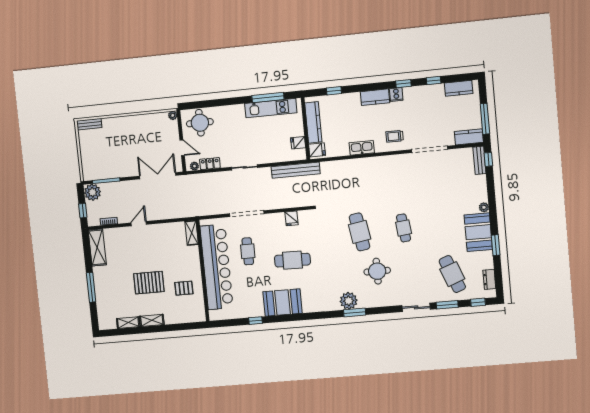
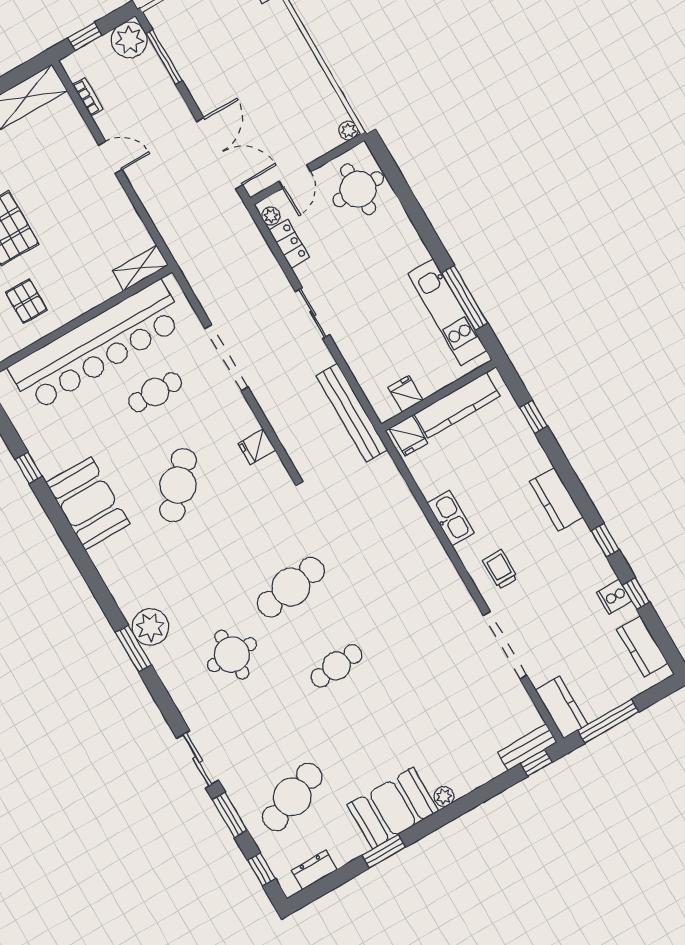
cooker: (396, 94) -> (614, 597), moved
cafe table: (292, 260) -> (178, 485), turned 42

